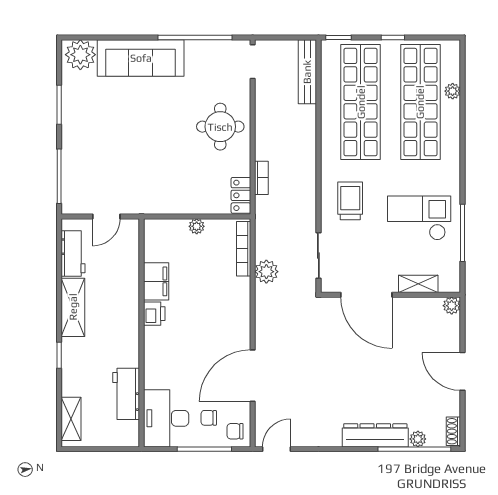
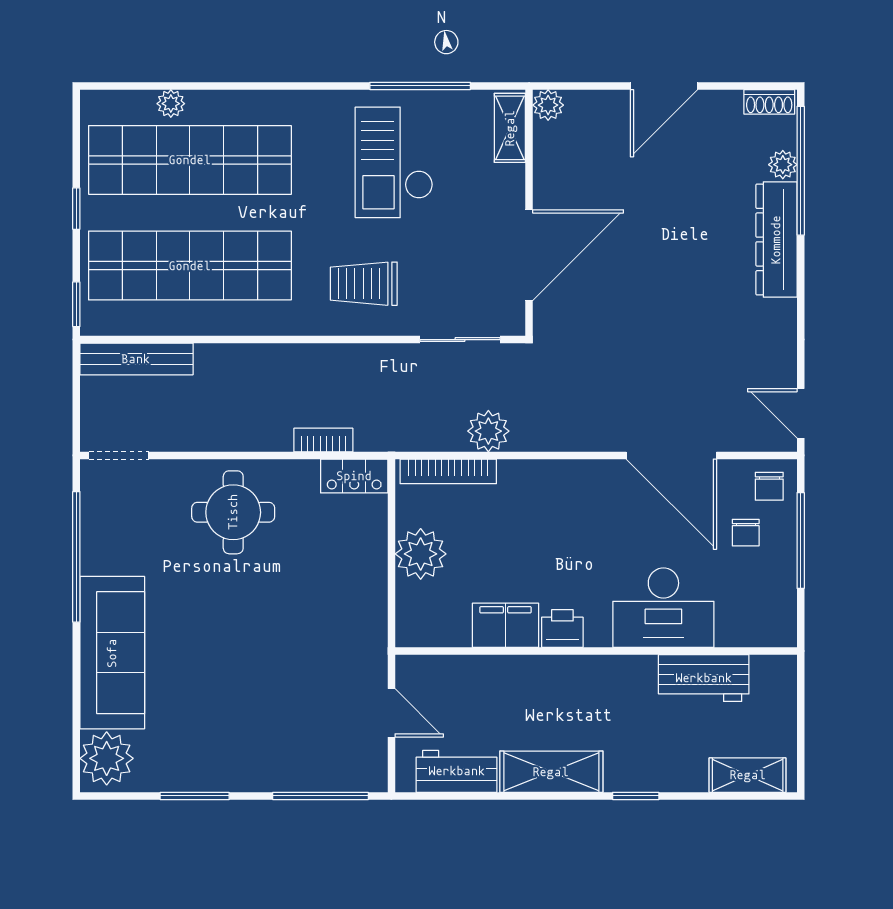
plant: (197, 226) -> (421, 554), width x1.88, depth x1.88
shelving: (418, 284) -> (510, 128), moved
desk: (166, 418) -> (663, 608), moved

